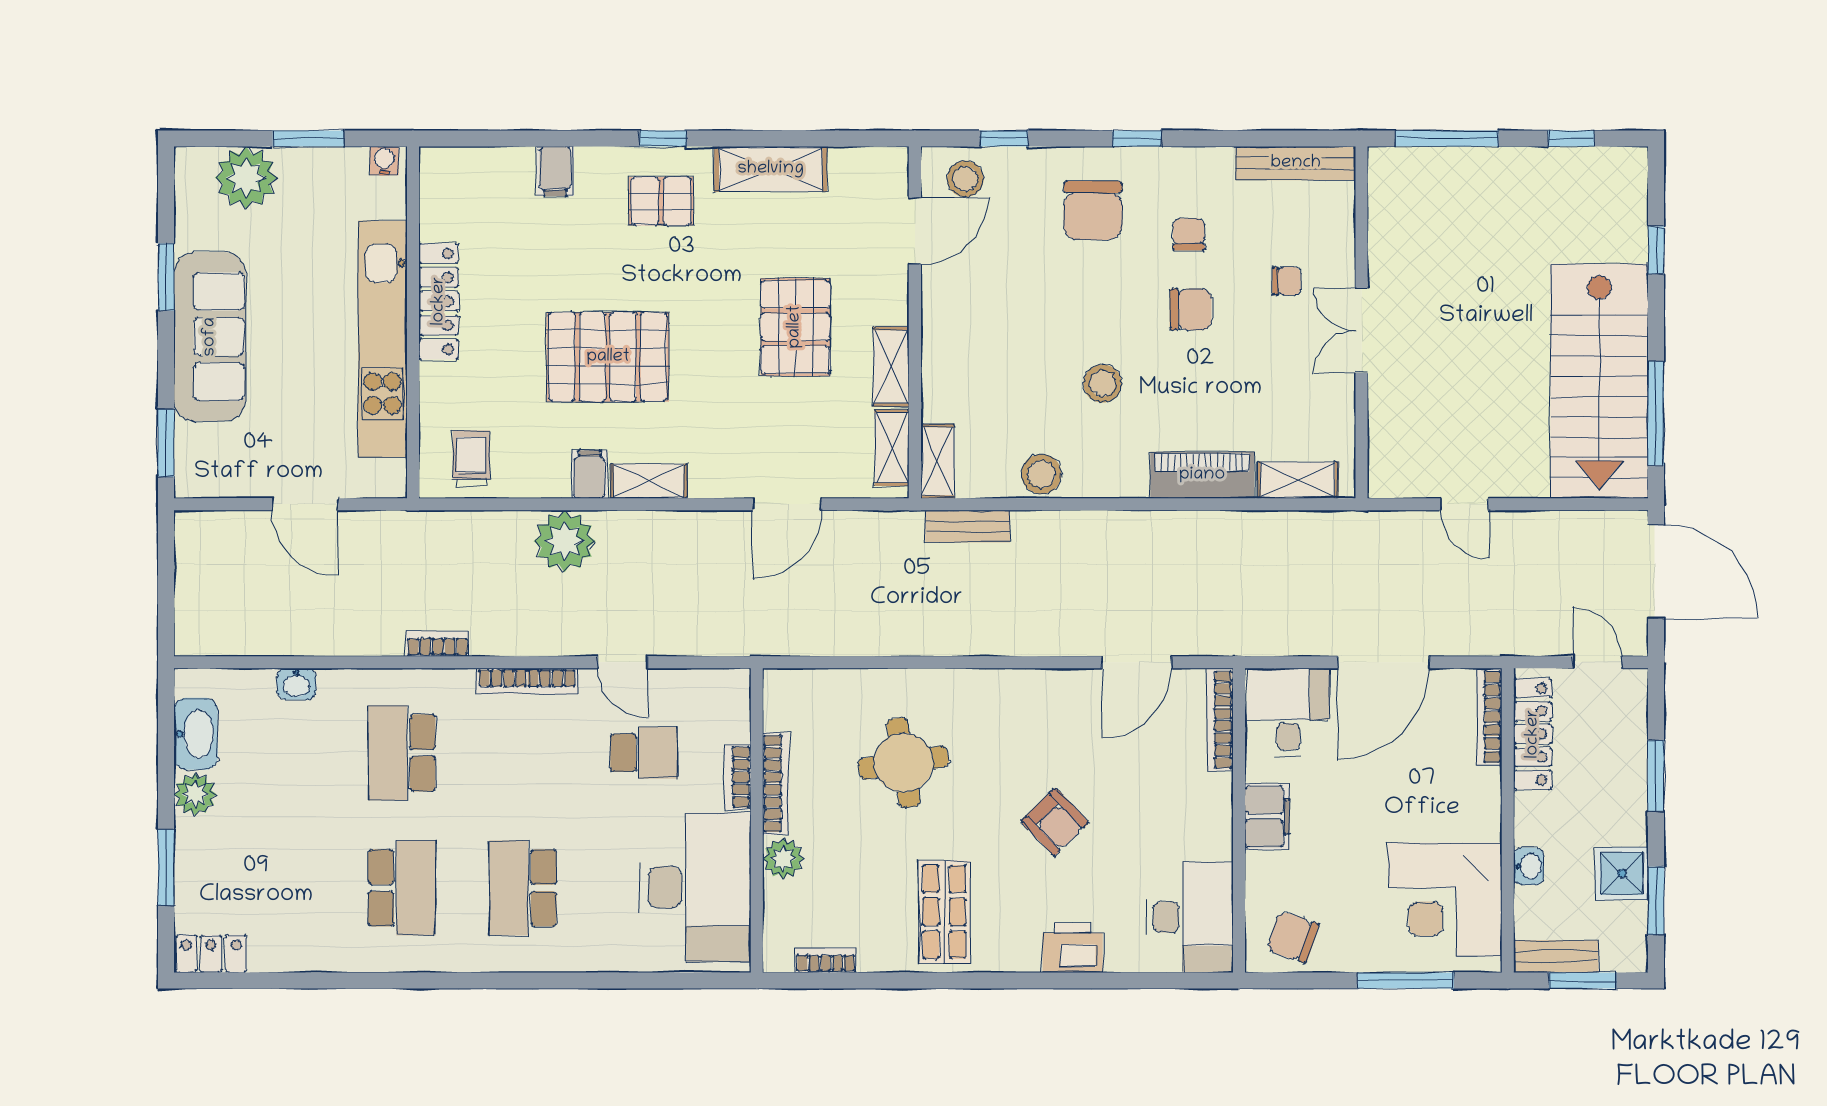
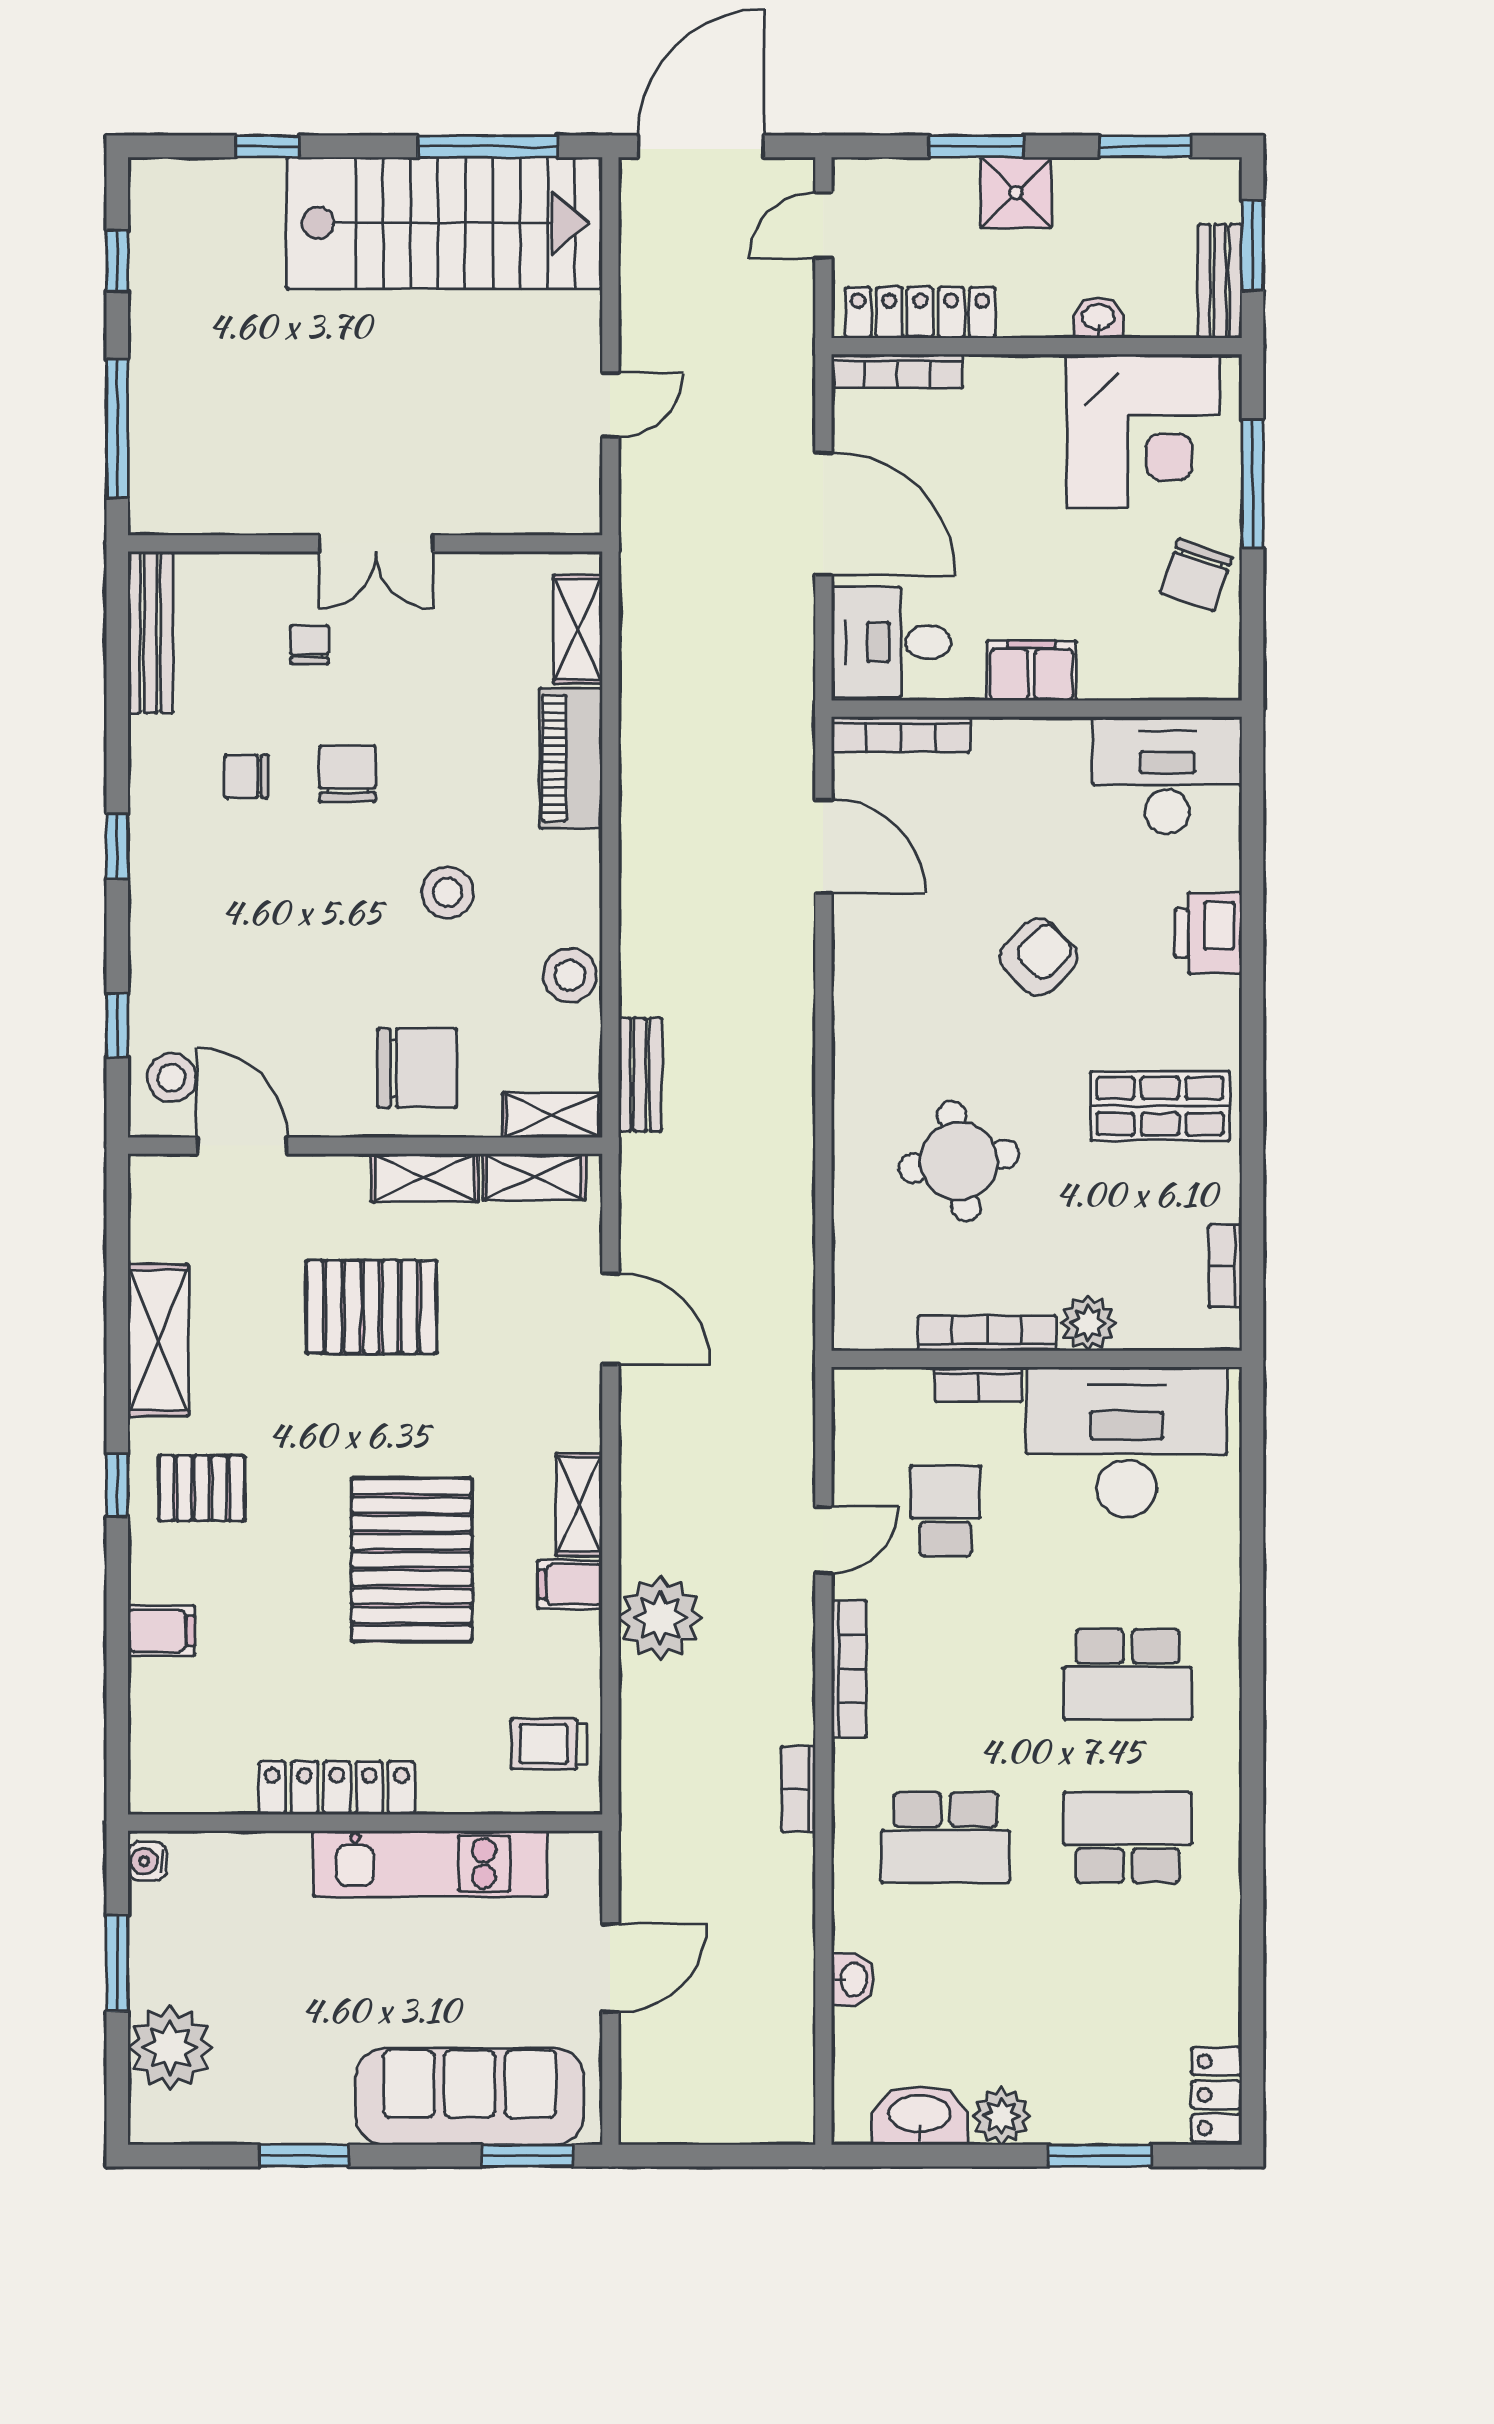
pallet: (661, 201) -> (202, 1488), turned 90
chair: (1093, 211) -> (417, 1068), moved
sofa: (210, 337) -> (470, 2096), moved
kitchen unit: (383, 339) -> (430, 1864), width x0.73
shower: (1622, 873) -> (1016, 192), moved
chair: (1293, 937) -> (1196, 575), moved

